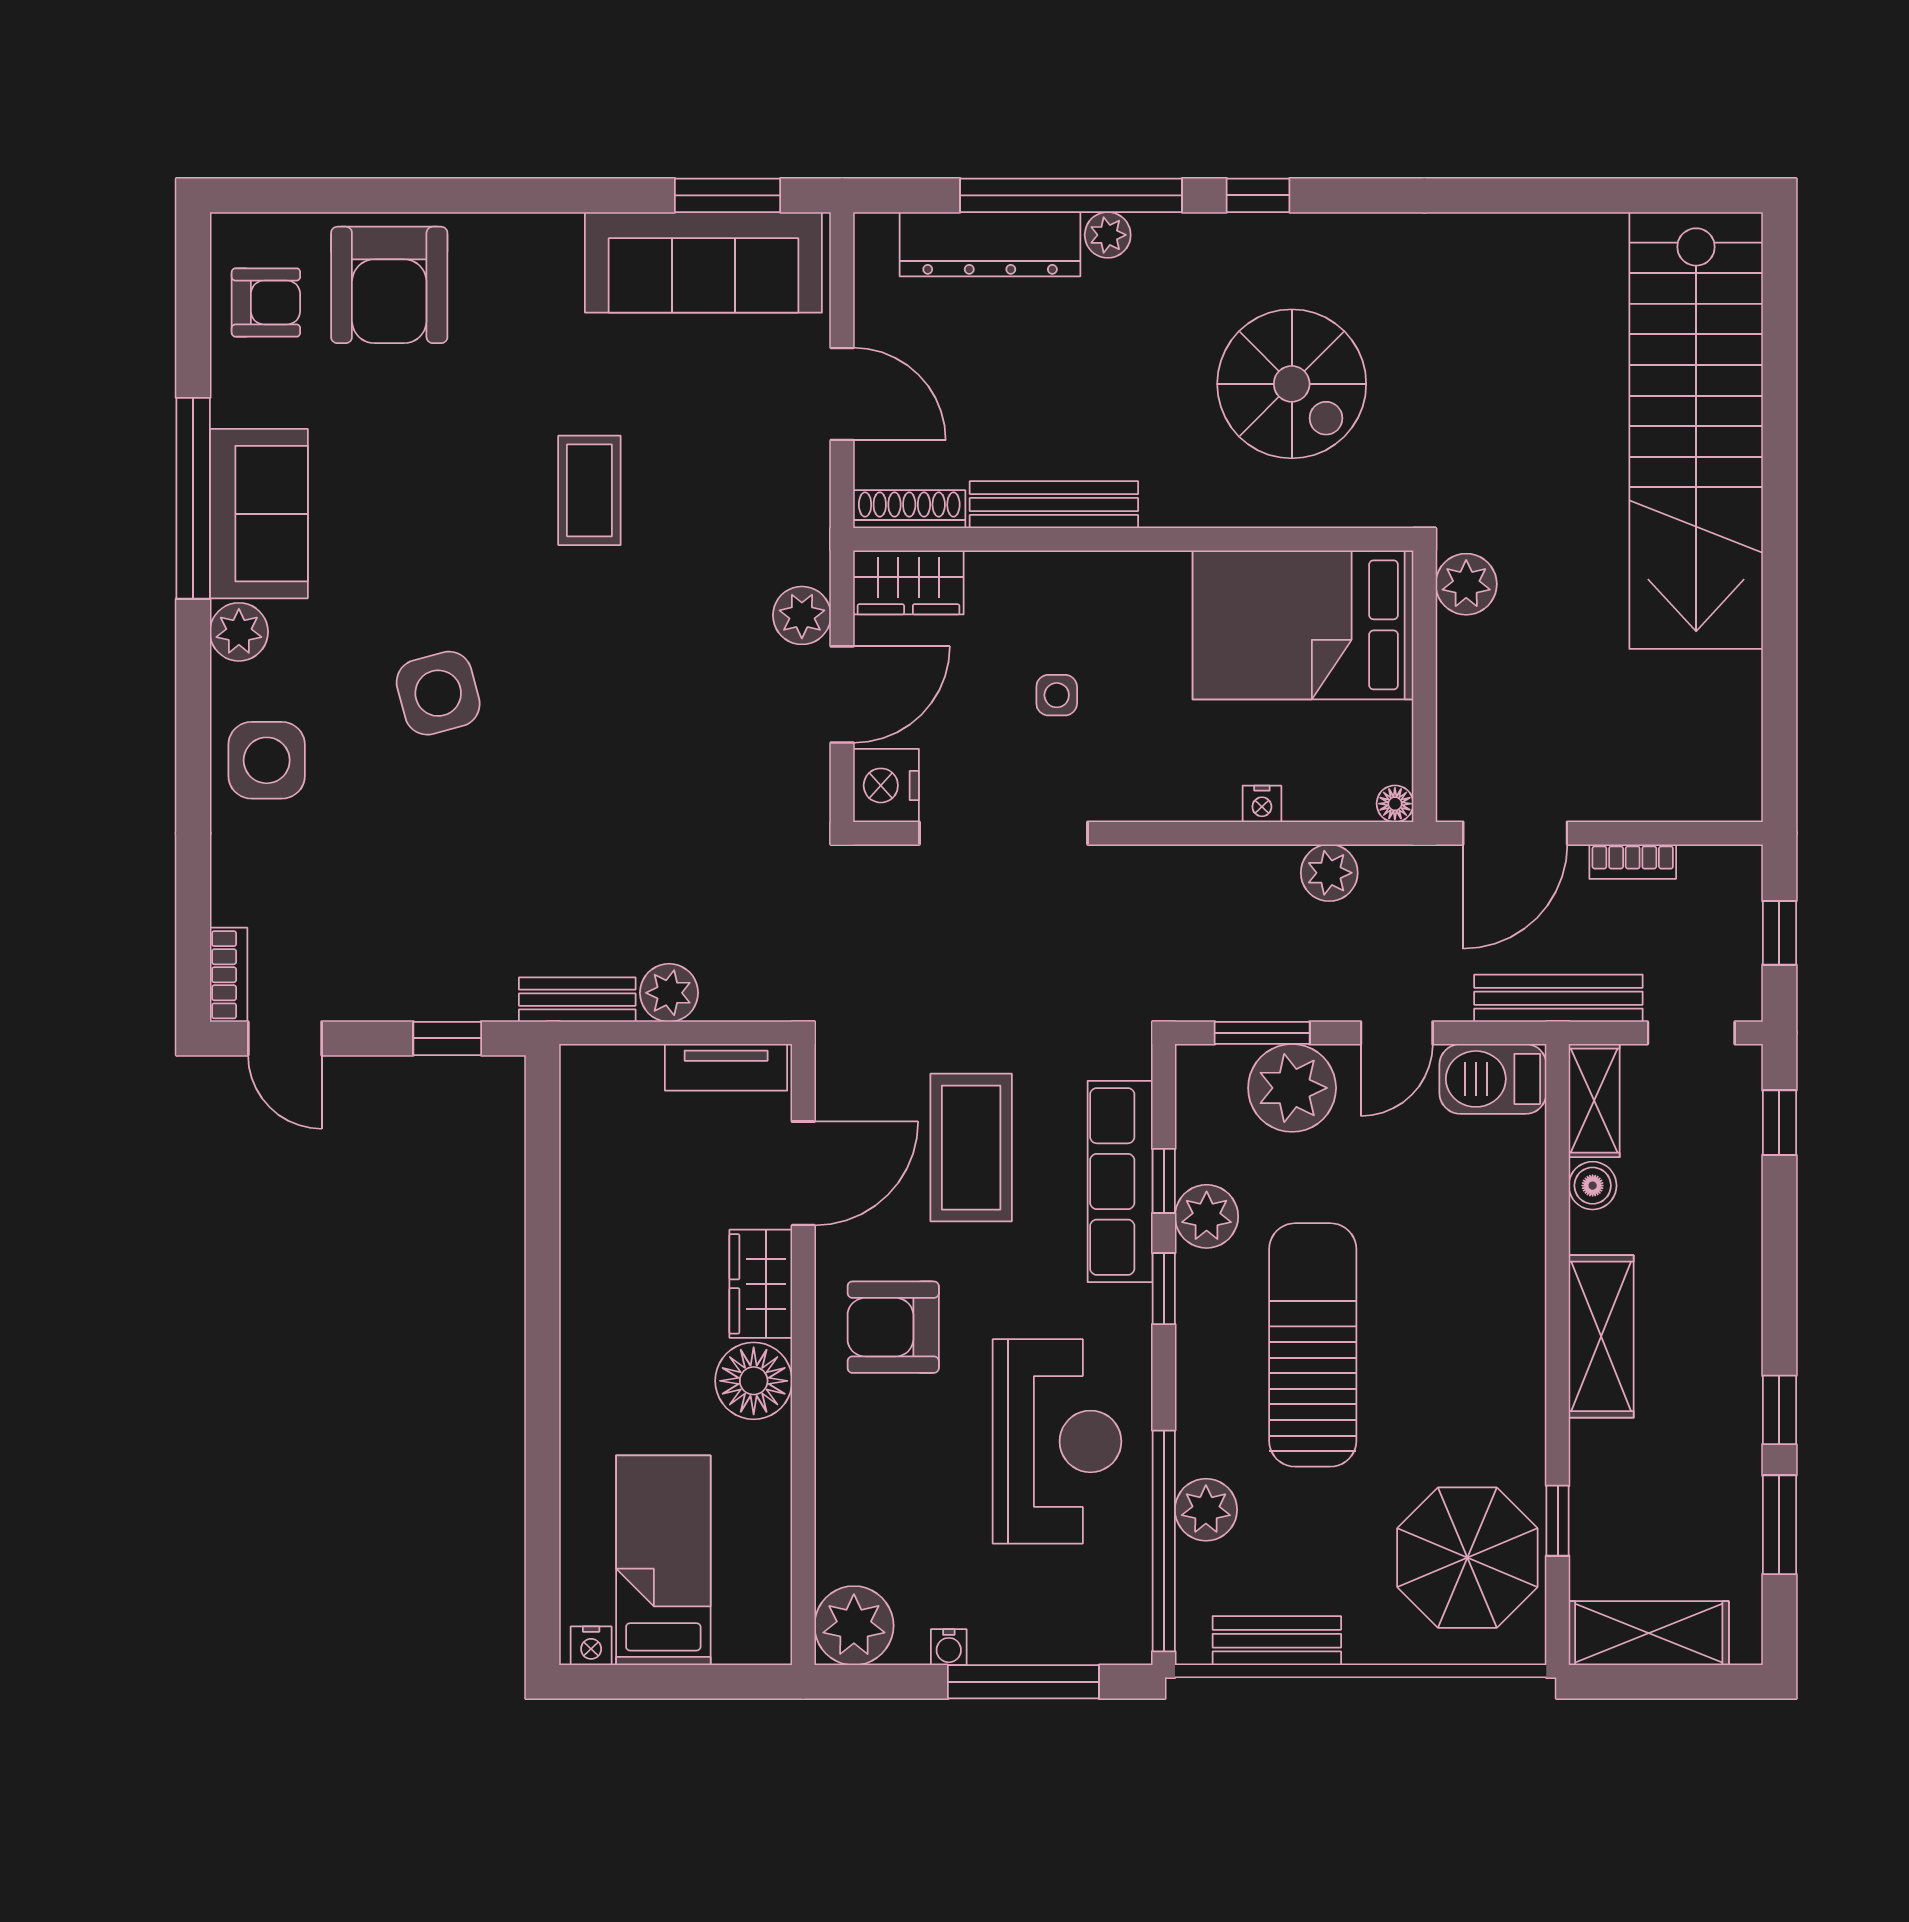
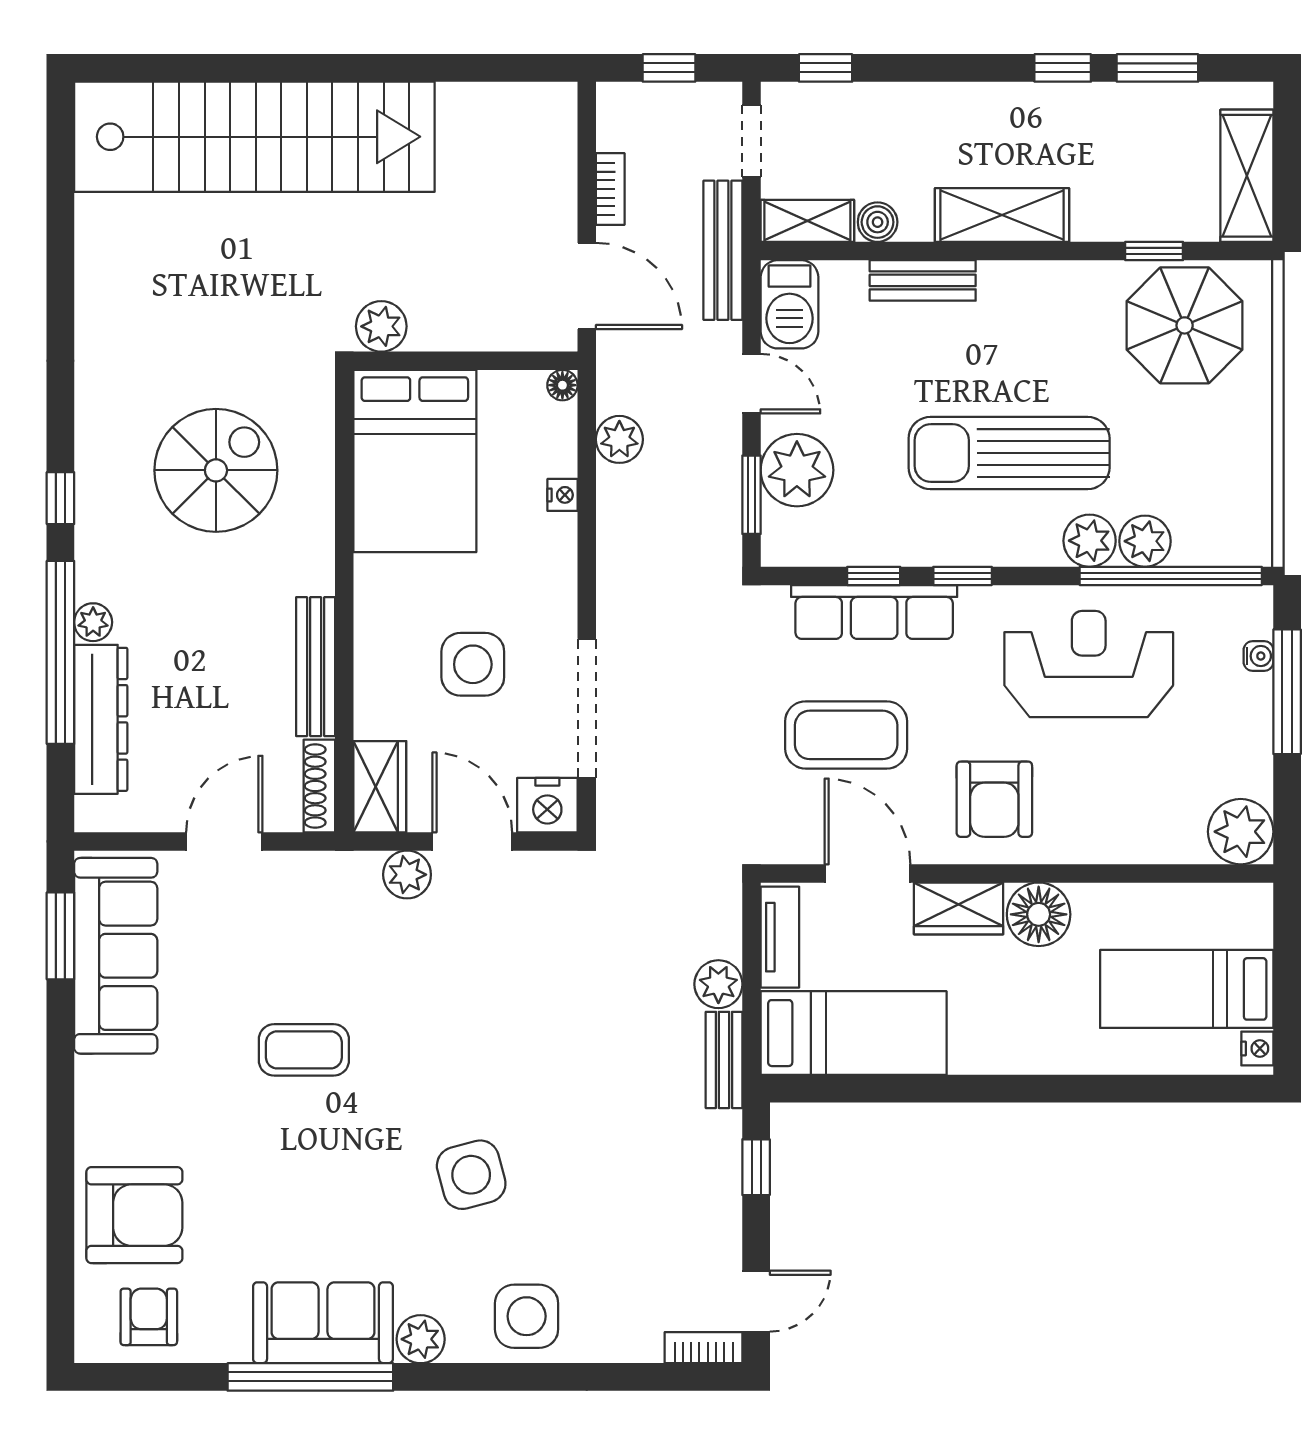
side table: (1057, 695) -> (473, 664), width x1.87, depth x1.87
bed: (610, 1157) -> (854, 1033), added
plant: (1207, 1216) -> (1090, 541), moved
bench: (1277, 1641) -> (923, 280), moved, turned 90
water cooler: (949, 1647) -> (1258, 656), moved

